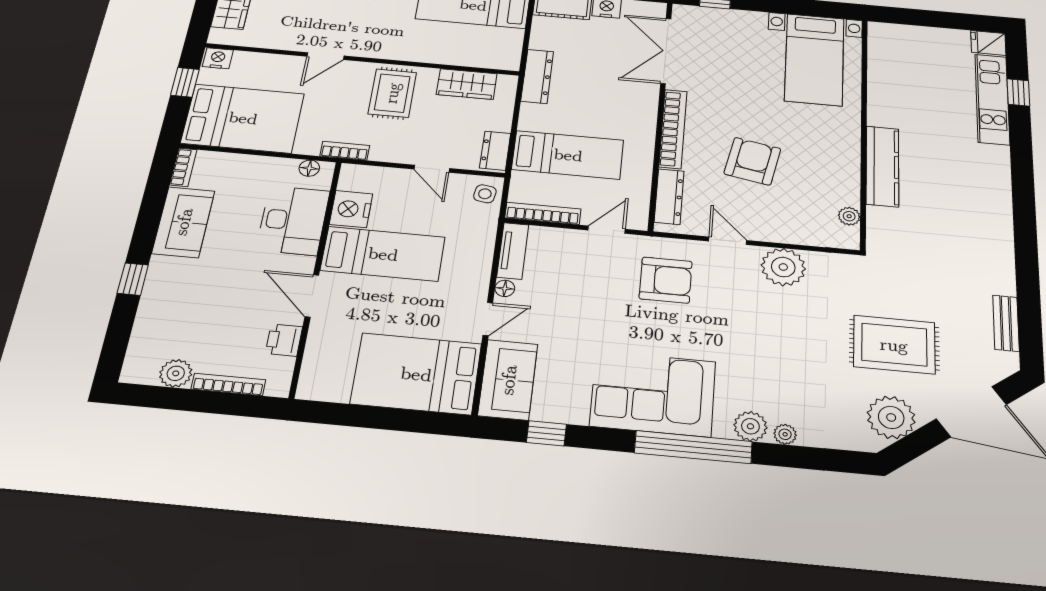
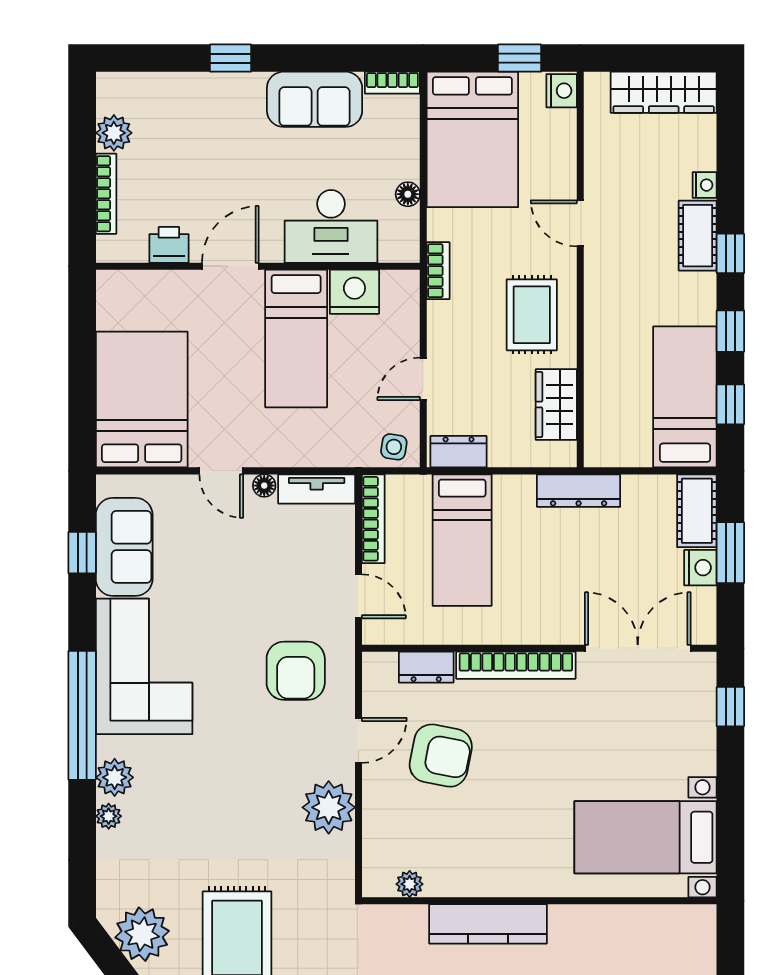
rug: (392, 93) -> (532, 315), turned 90
armchair: (752, 161) -> (441, 756), moved
floor lamp: (309, 168) -> (408, 194), moved
dresser: (669, 197) -> (426, 667), width x0.70
sofa: (508, 380) -> (124, 547), moved, turned -90

